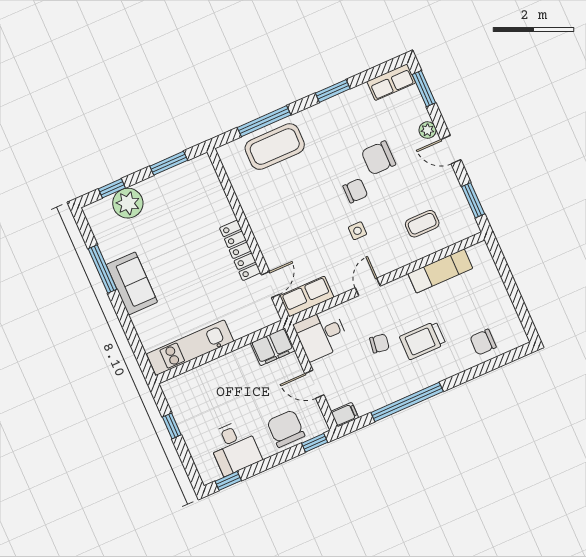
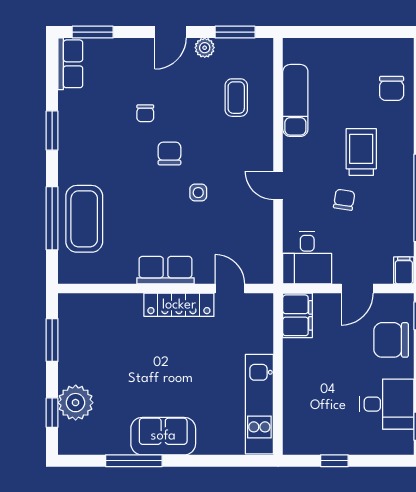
plant: (427, 130) -> (205, 48), moved
chair: (378, 158) -> (145, 113), width x0.54, depth x0.54
side table: (357, 231) -> (198, 193), moved
row of seats: (307, 296) -> (165, 270), moved, turned 90
trolley: (423, 340) -> (361, 152), turned 180

